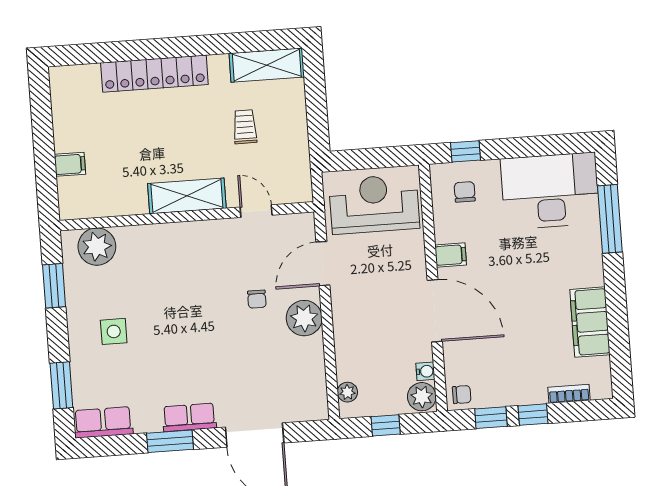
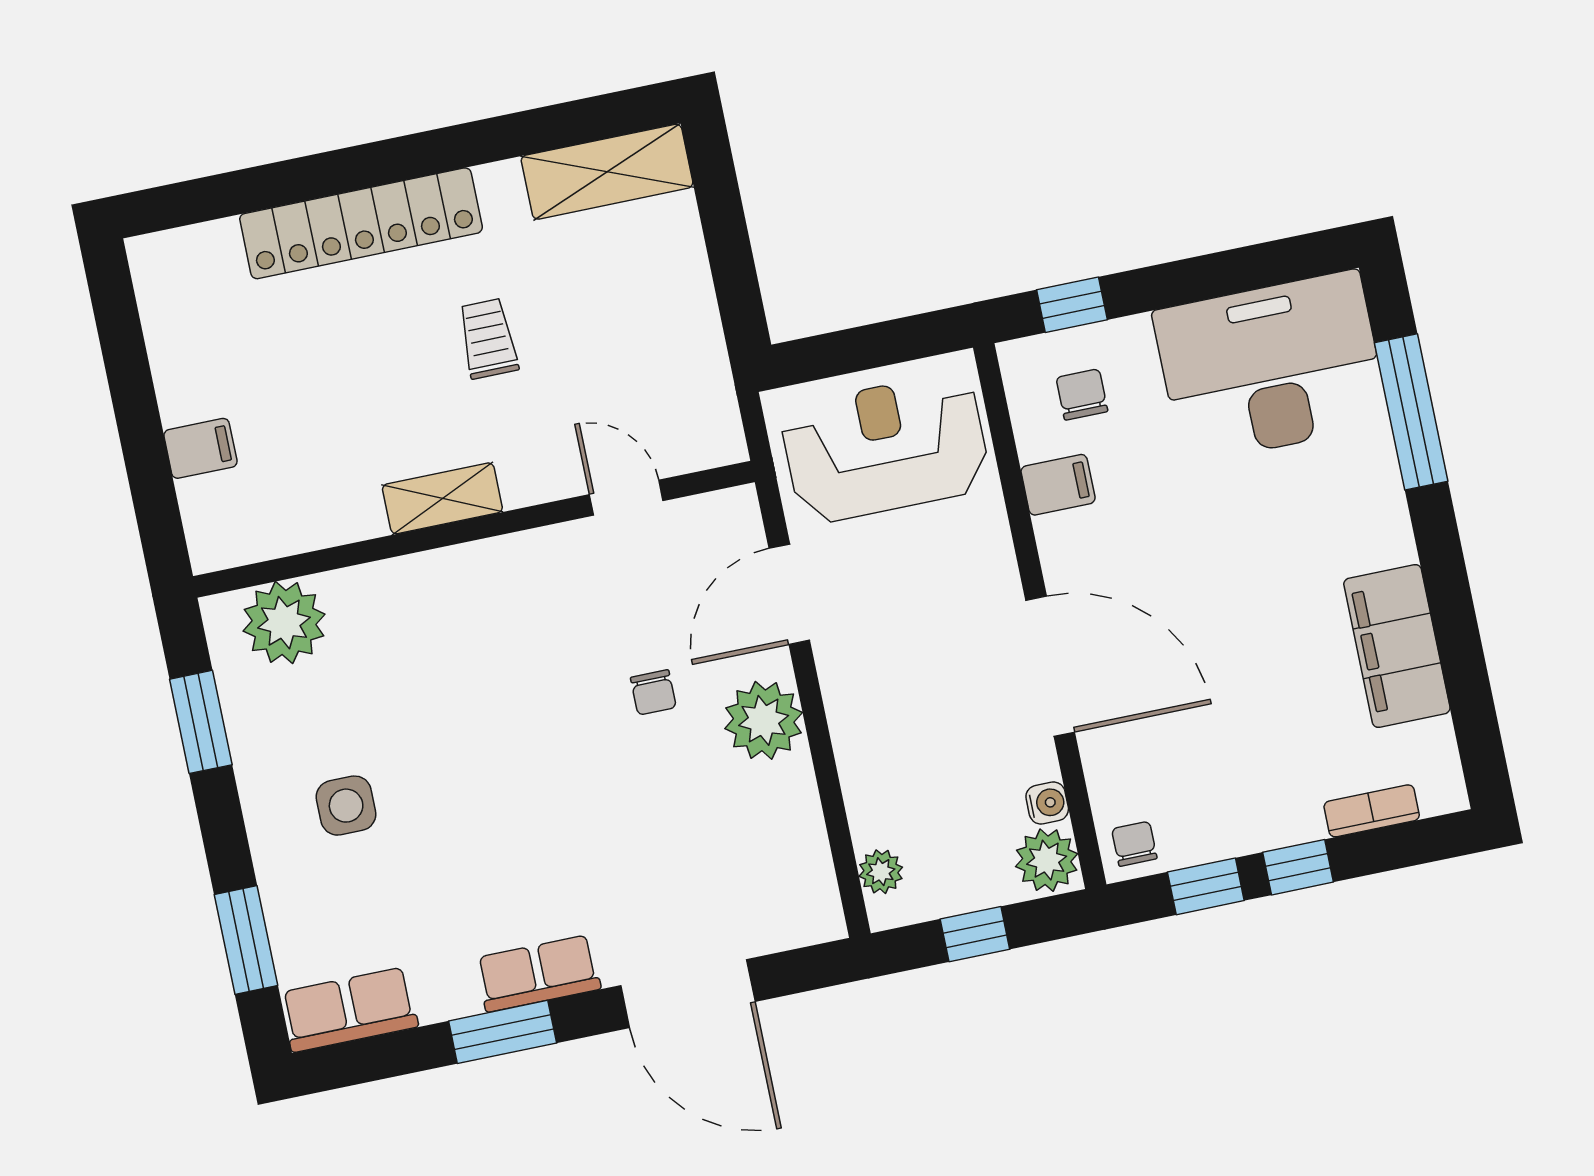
trolley: (245, 127) -> (488, 339), moved
shelving: (187, 196) -> (442, 498), width x0.67, depth x0.75
filing cabinet: (451, 255) -> (1058, 485), moved
chair: (462, 395) -> (1134, 844), turned -90

